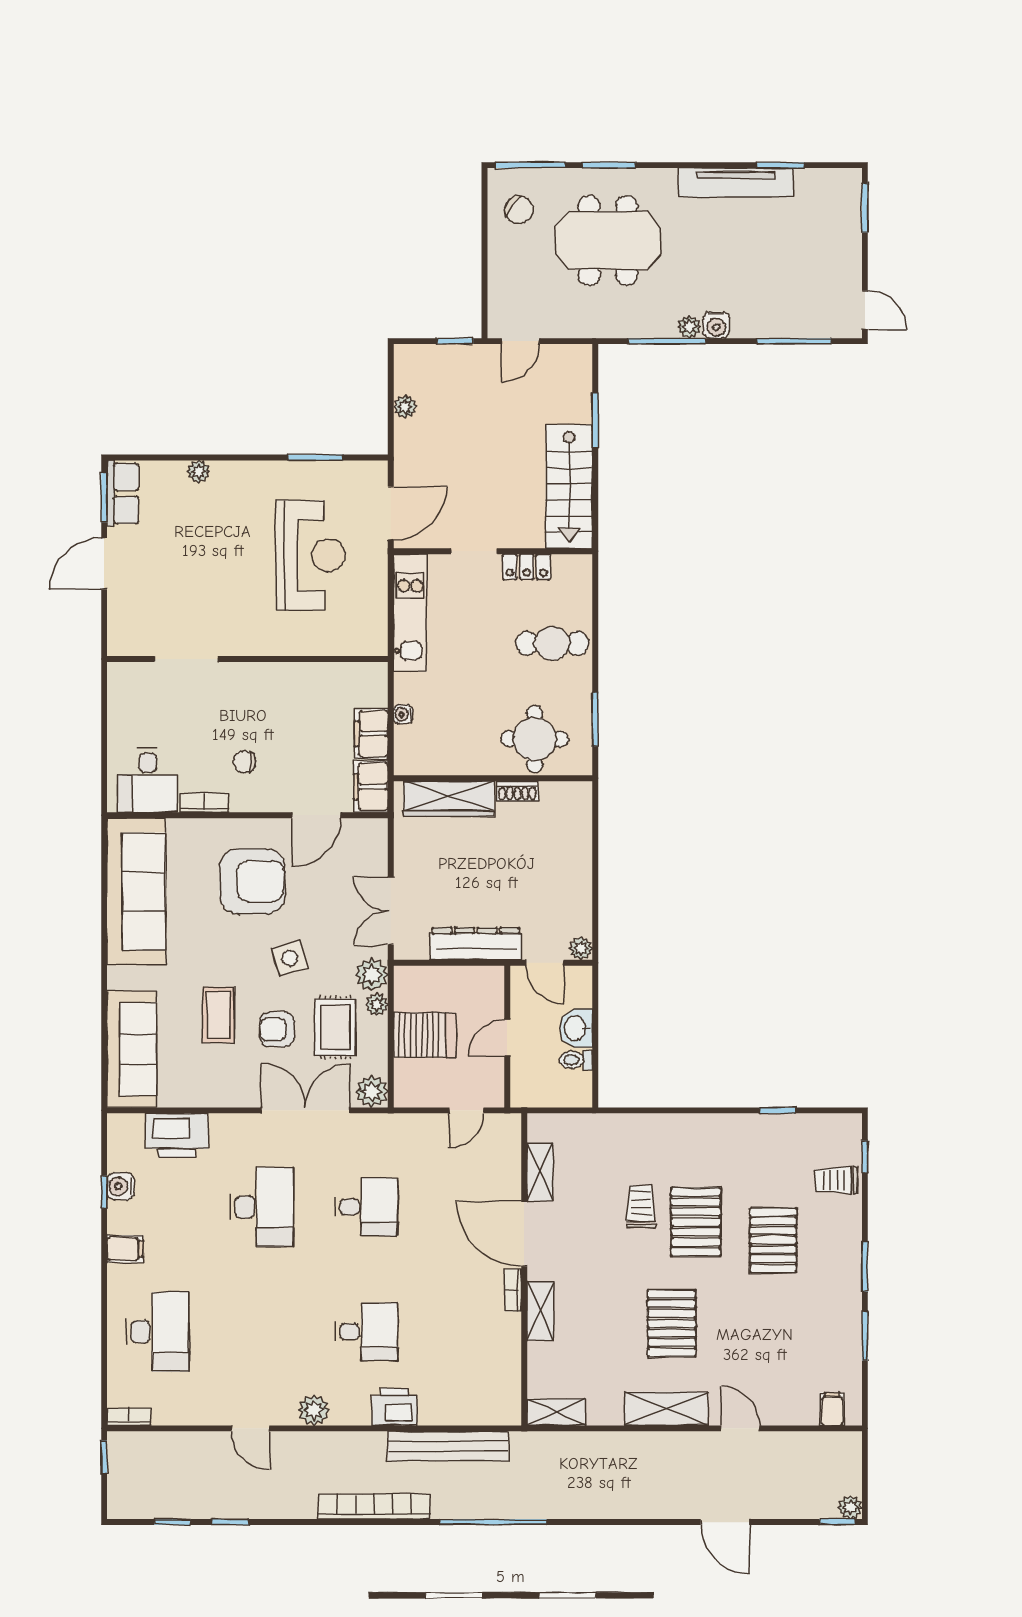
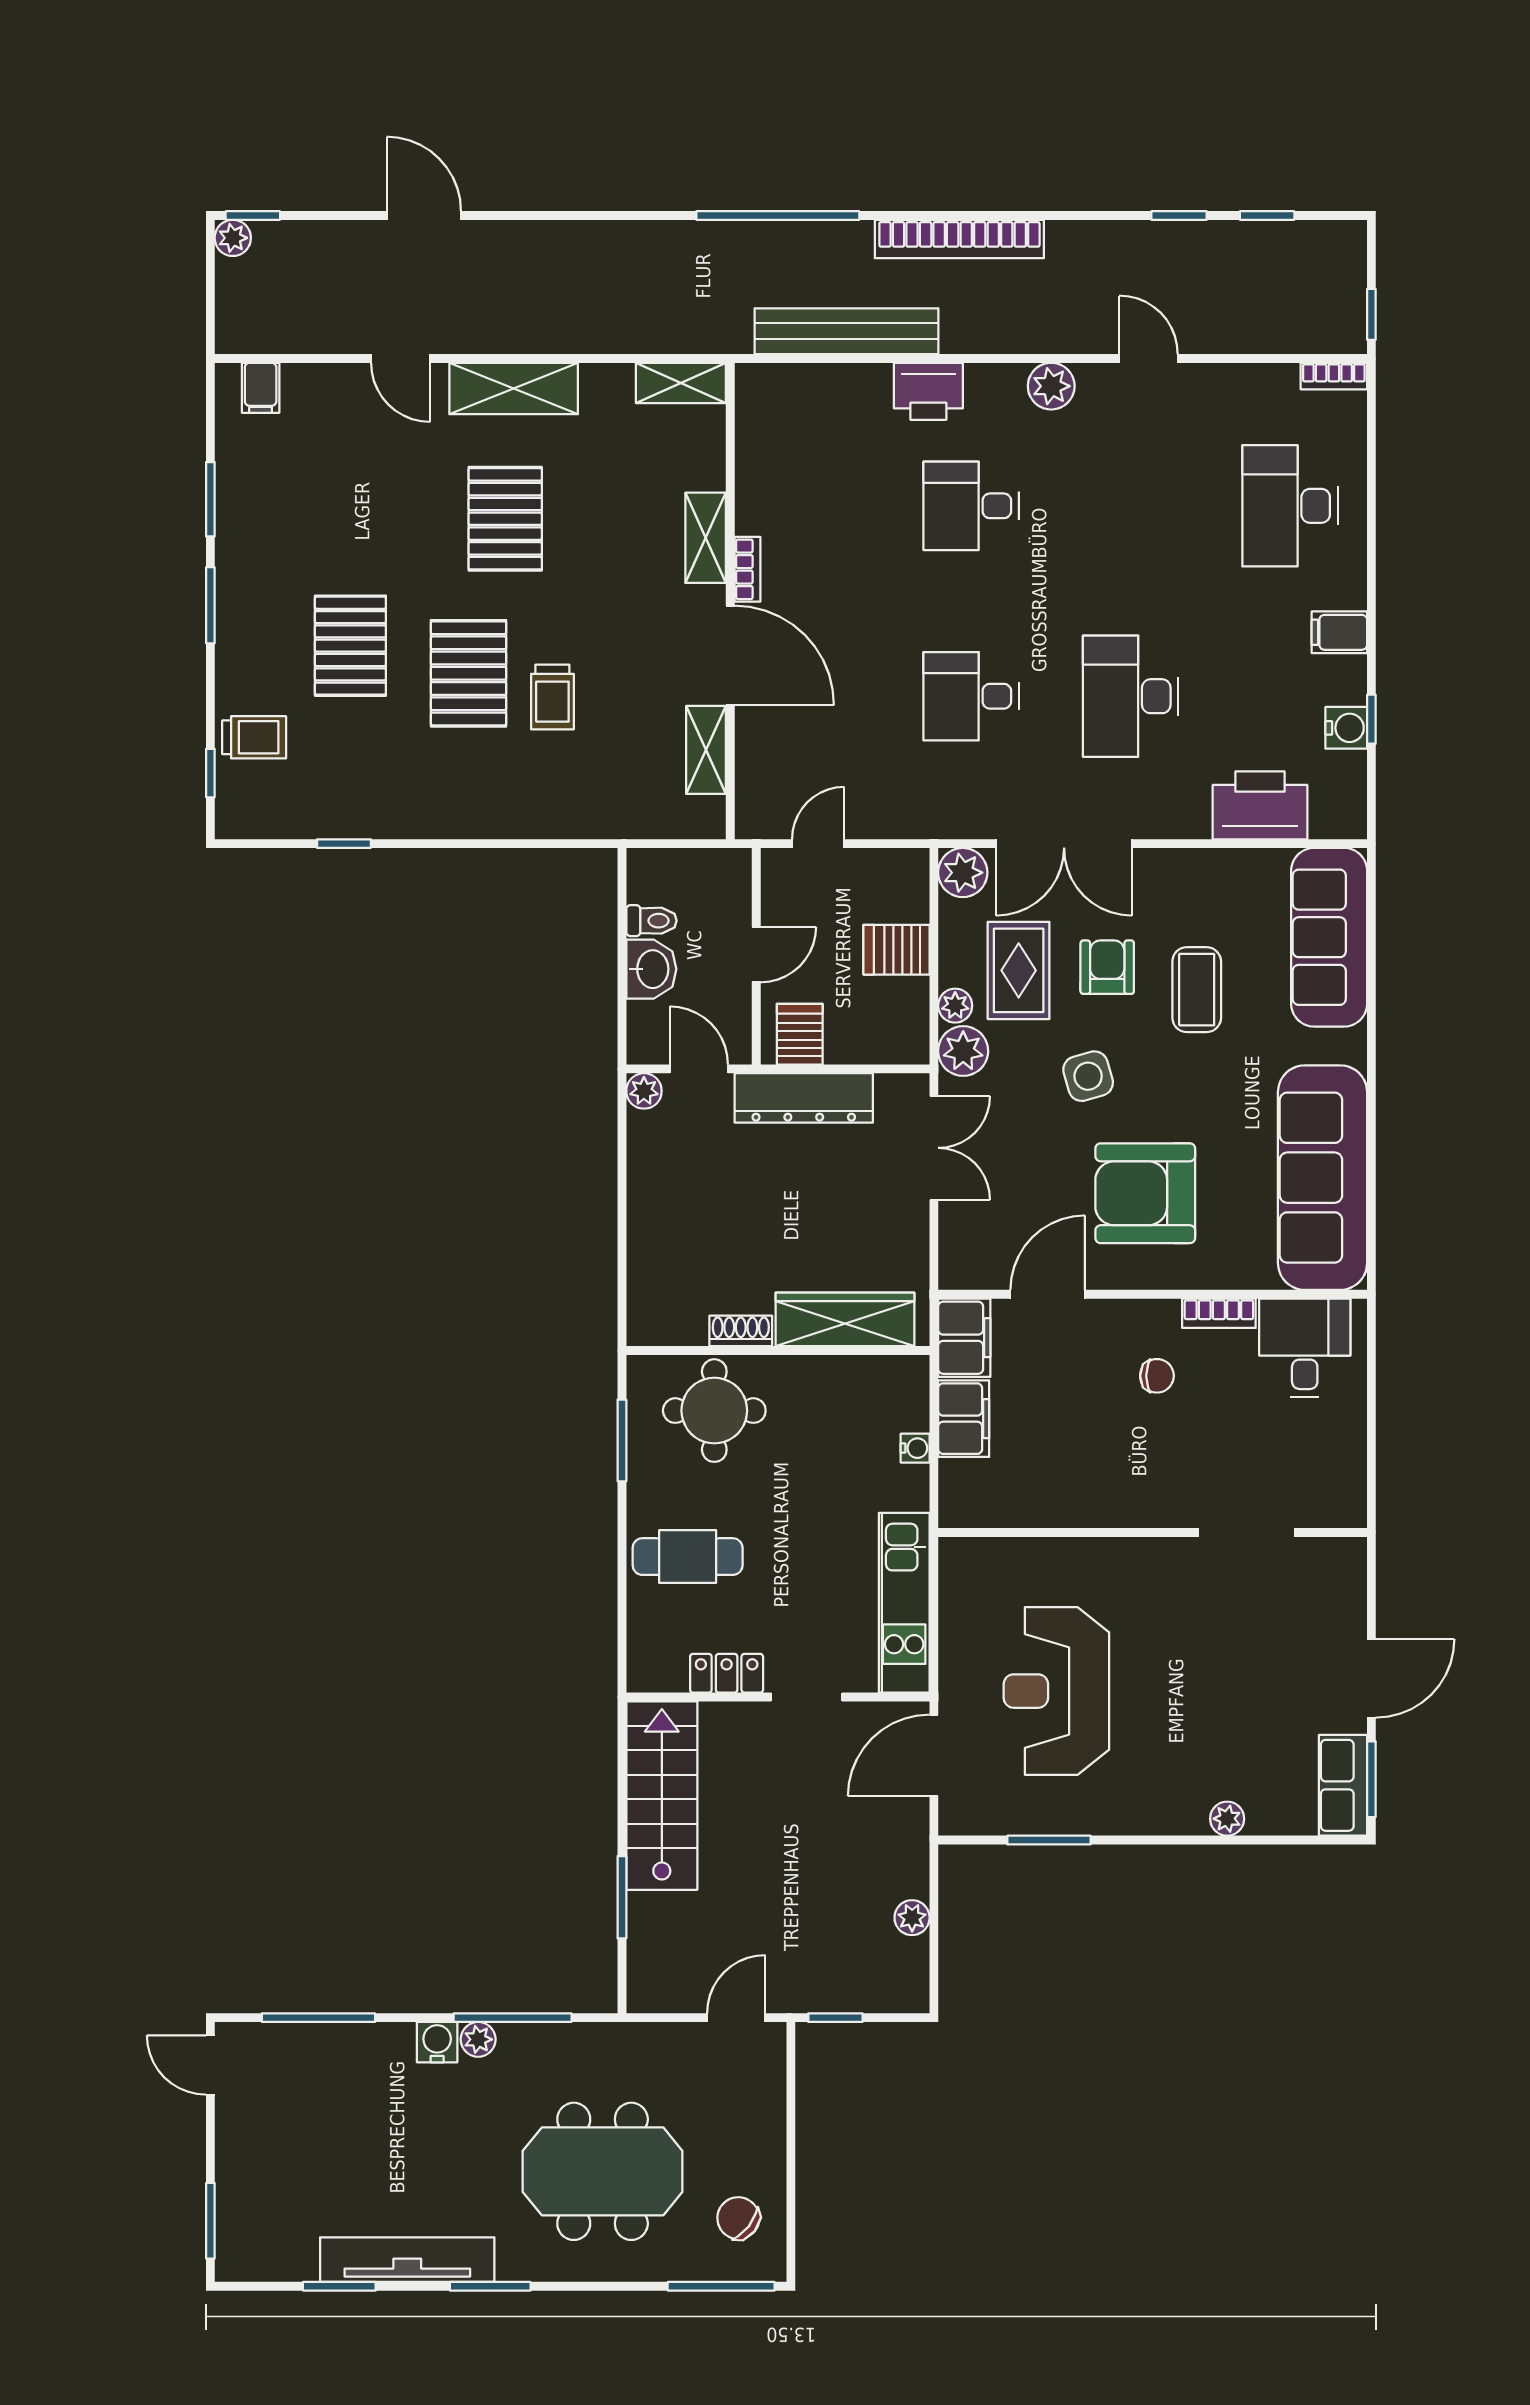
window: (609, 165) -> (490, 2286), moved
server rack: (479, 986) -> (800, 1034), added
armchair: (277, 1029) -> (1107, 967), turned -90
server rack: (425, 1035) -> (896, 950), width x0.73, depth x0.70

